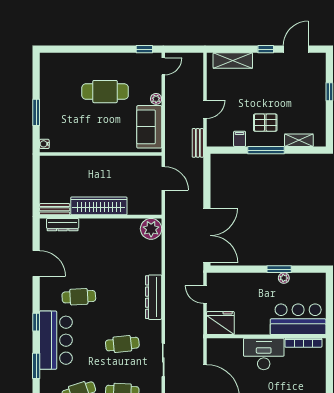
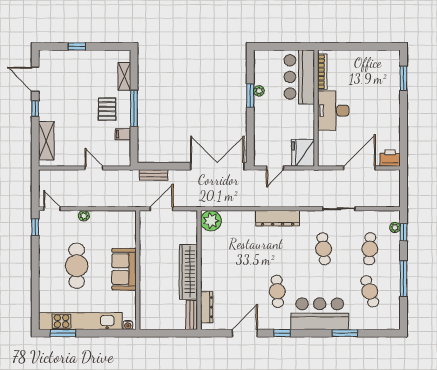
kitchen unit: (48, 96) -> (81, 321), added
window: (36, 112) -> (63, 333), moved
sofa: (149, 127) -> (124, 269), moved, turned 90
bench: (198, 143) -> (154, 175), moved
window: (36, 322) -> (282, 333), moved

